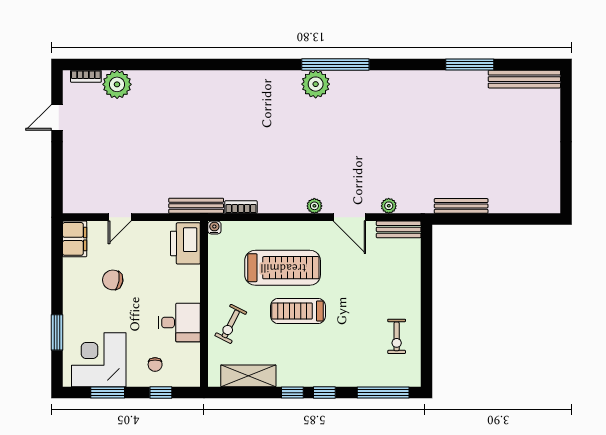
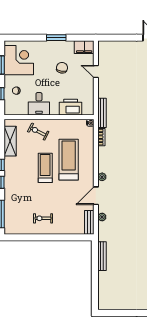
printer: (185, 243) -> (71, 107), moved
treadmill: (283, 268) -> (69, 160), turned 180
window: (57, 332) -> (56, 38), moved
exercise bike: (397, 336) -> (43, 218), moved

